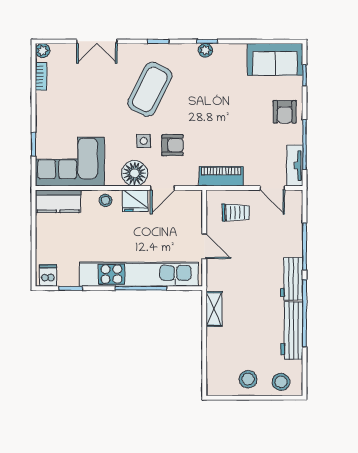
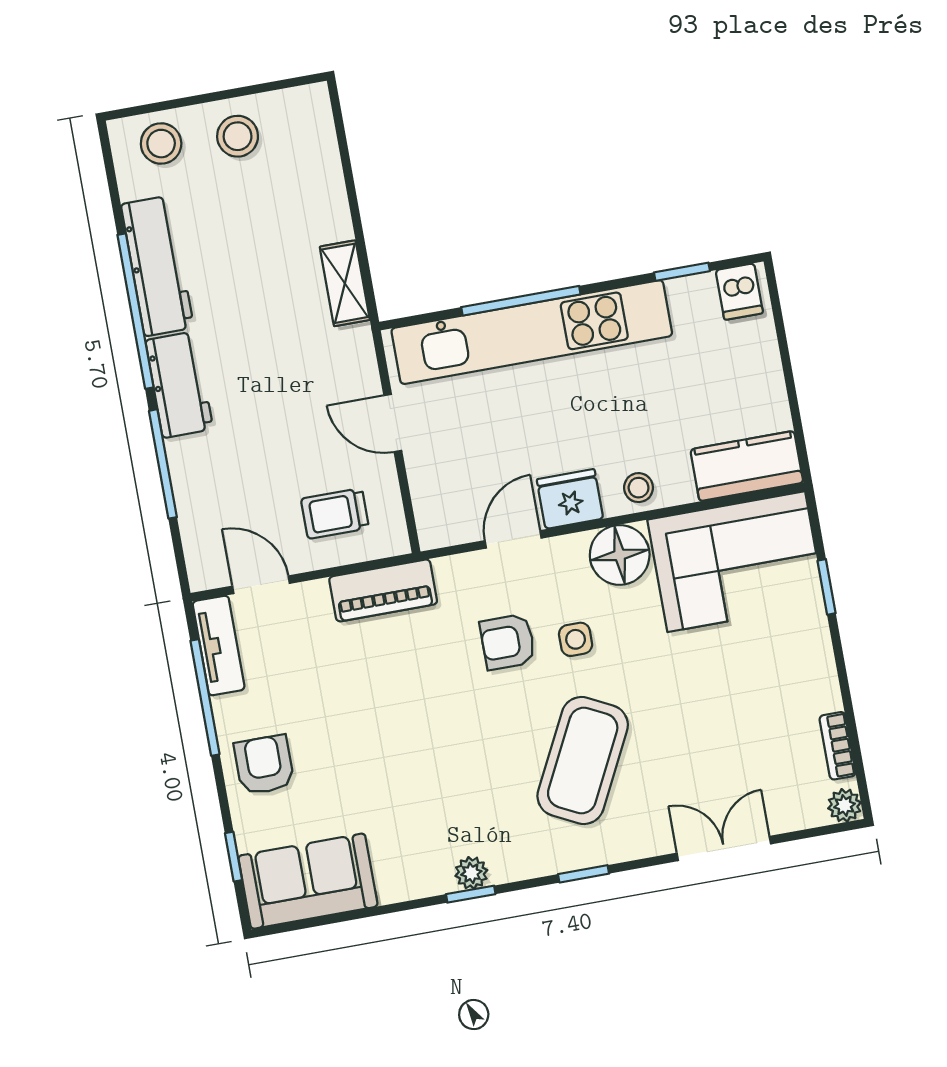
floor lamp: (135, 173) -> (620, 555), moved

